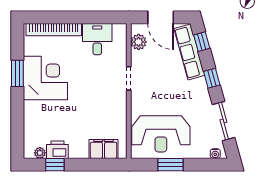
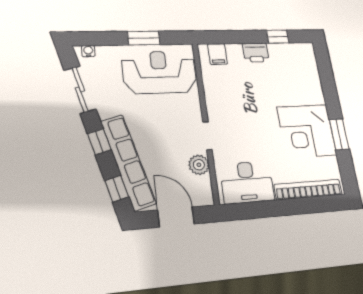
desk: (97, 39) -> (247, 182), width x1.37
plant: (139, 42) -> (199, 165), moved
row of seats: (189, 52) -> (128, 162), width x1.36
filing cabinet: (104, 149) -> (217, 54), width x0.50
printer: (57, 150) -> (256, 53), moved
plant: (40, 153) -> (296, 49), removed

